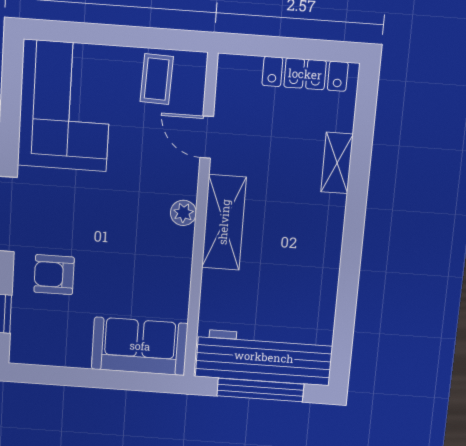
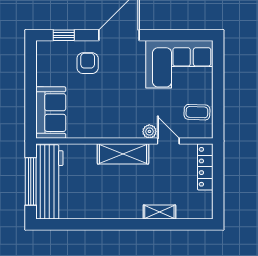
locker: (305, 74) -> (205, 167), moved
door: (207, 137) -> (168, 141), hinge flipped
plant: (183, 213) -> (149, 131), moved

